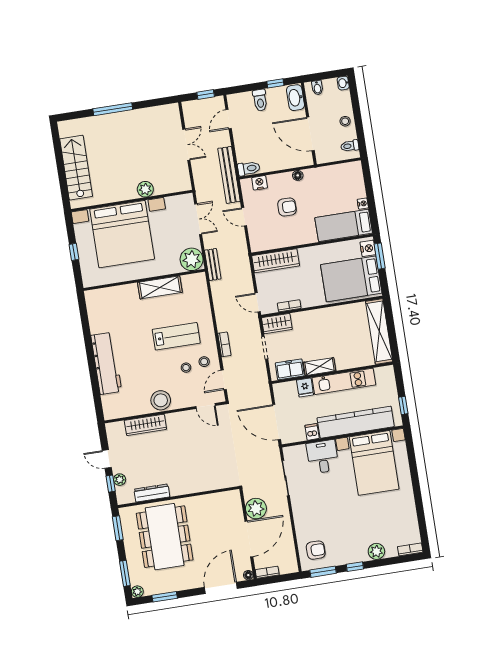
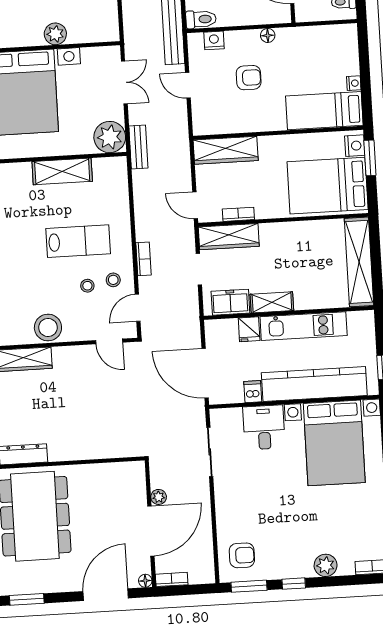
wardrobe: (277, 324) -> (229, 237), width x1.50
plant: (256, 509) -> (159, 497), width x0.53, depth x0.53

